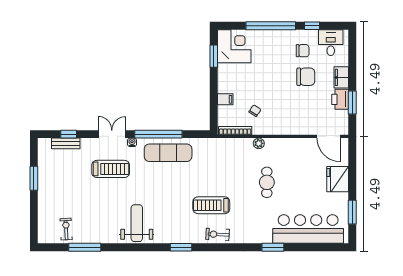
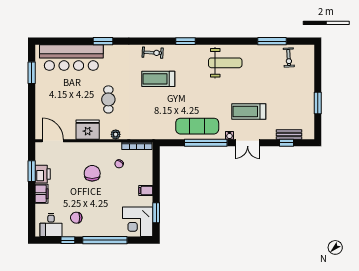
chair: (306, 77) -> (92, 173), moved, turned 90
filing cabinet: (225, 99) -> (146, 191), moved
fridge: (338, 179) -> (88, 130), moved, turned -90
treadmill: (211, 205) -> (158, 79), turned 180
weight bench: (137, 223) -> (225, 63), turned -90

